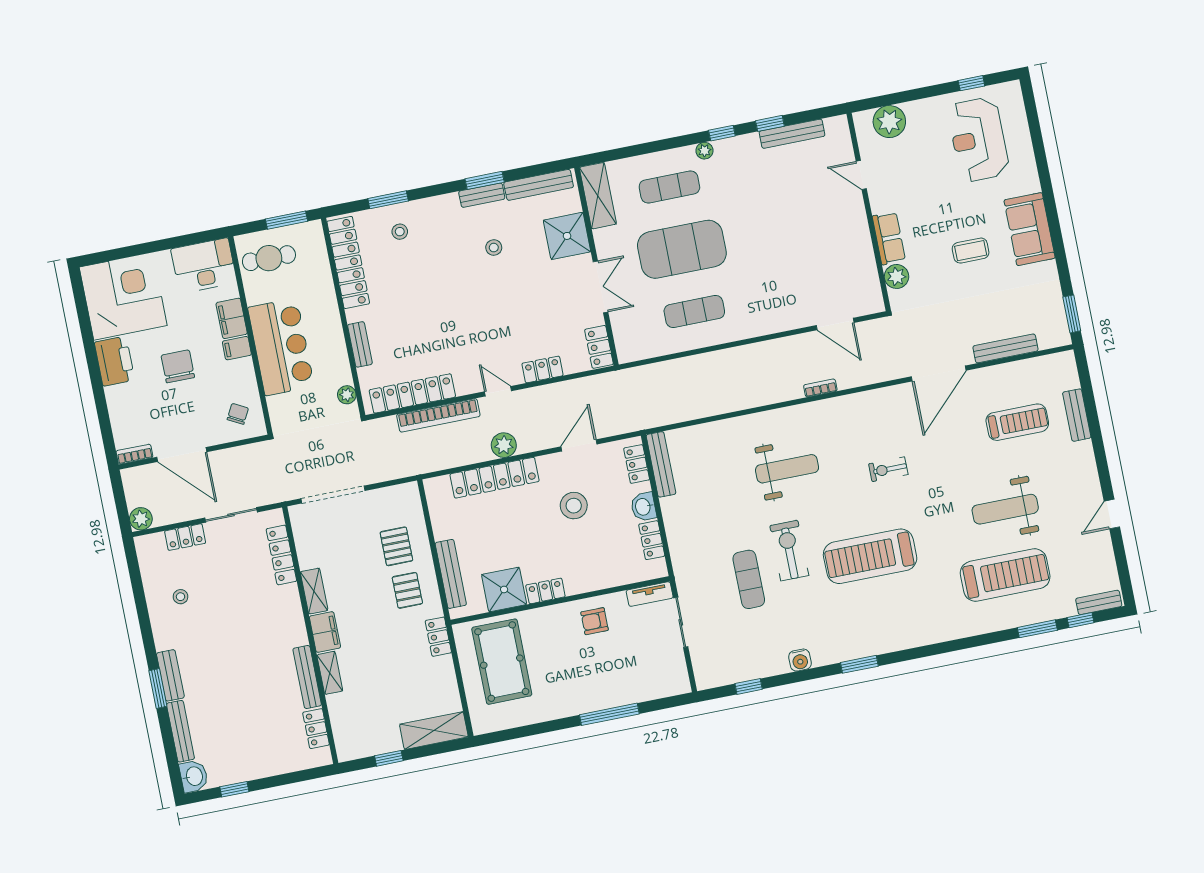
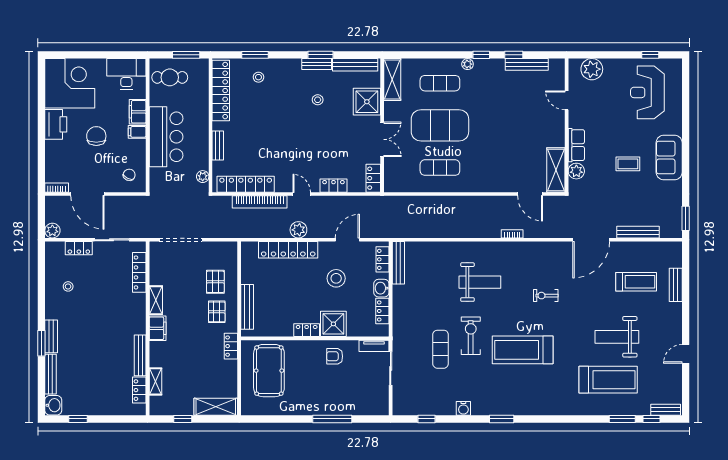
shelving: (866, 281) -> (556, 170), added
shower: (504, 589) -> (333, 324), moved
shelving: (330, 673) -> (155, 381), moved

